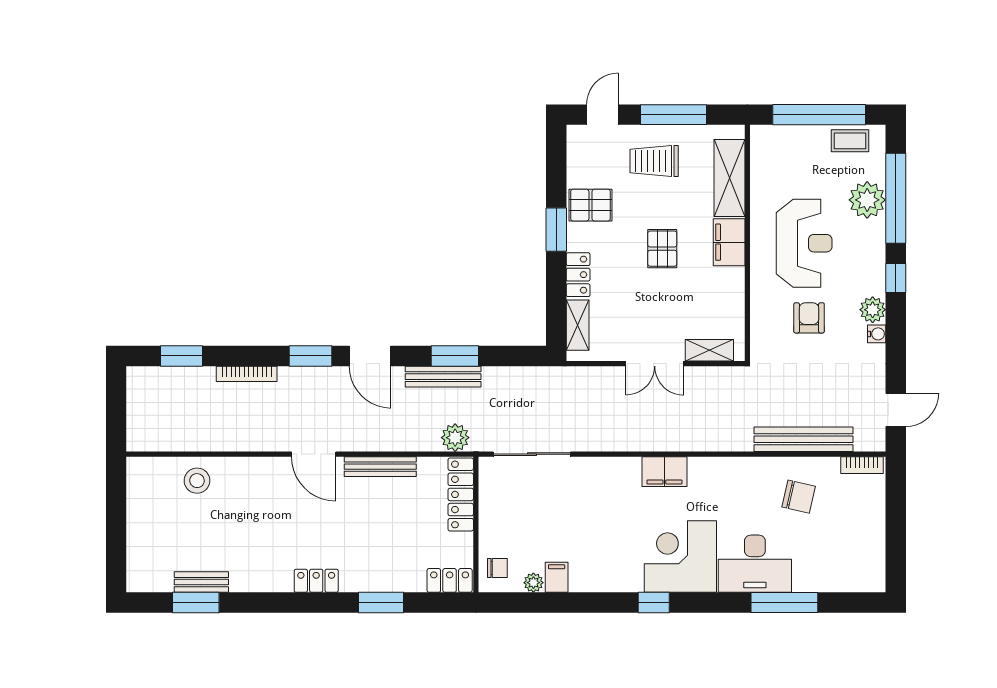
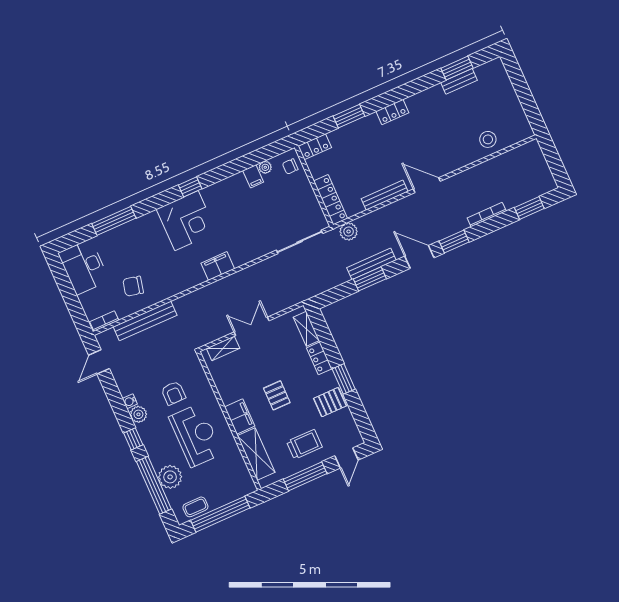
reception desk: (804, 243) -> (196, 435), turned 180
desk: (755, 564) -> (84, 267), moved, turned -90

